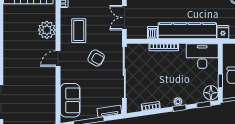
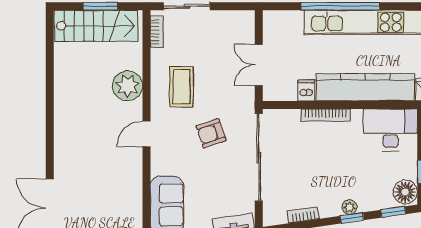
armchair: (96, 58) -> (211, 133), turned 131

